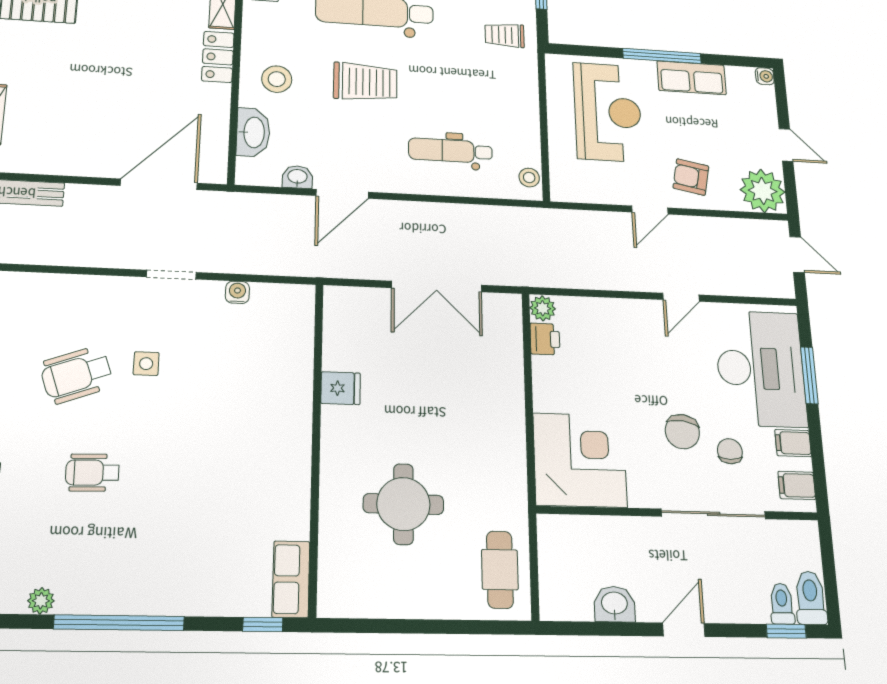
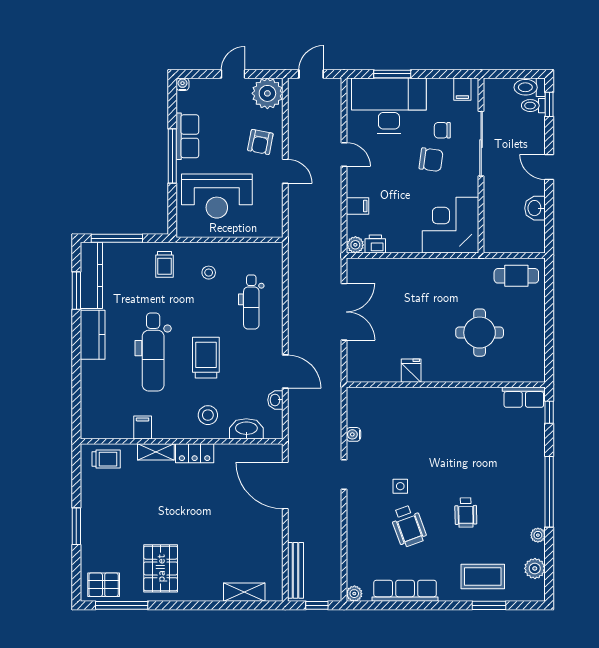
reception desk: (608, 112) -> (217, 196), turned 180
stool: (529, 178) -> (209, 273), moved
filing cabinet: (793, 443) -> (357, 206), moved, turned -90

